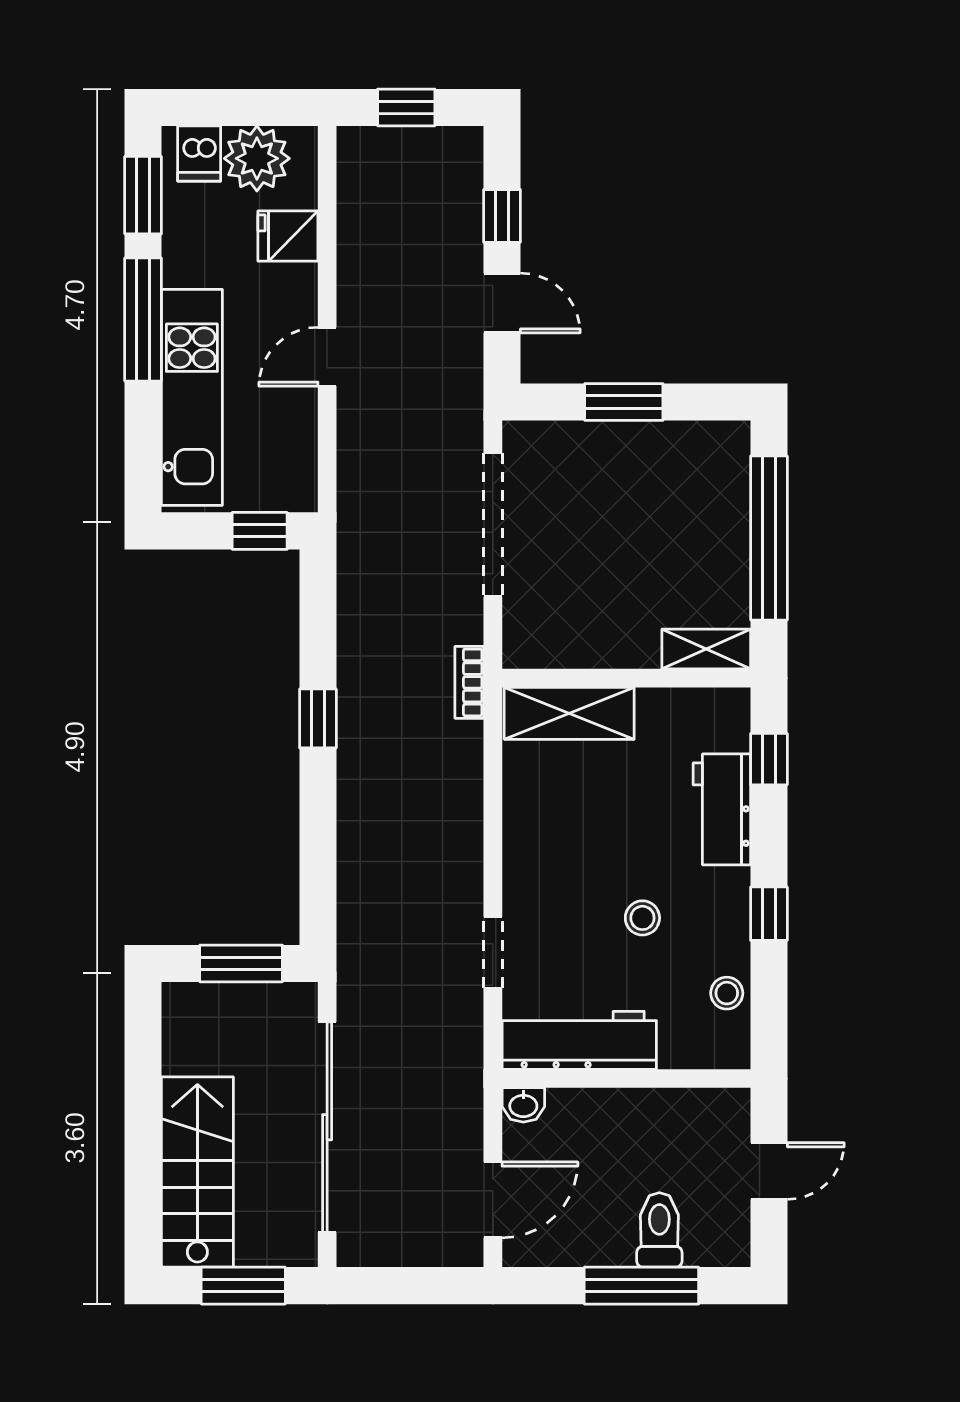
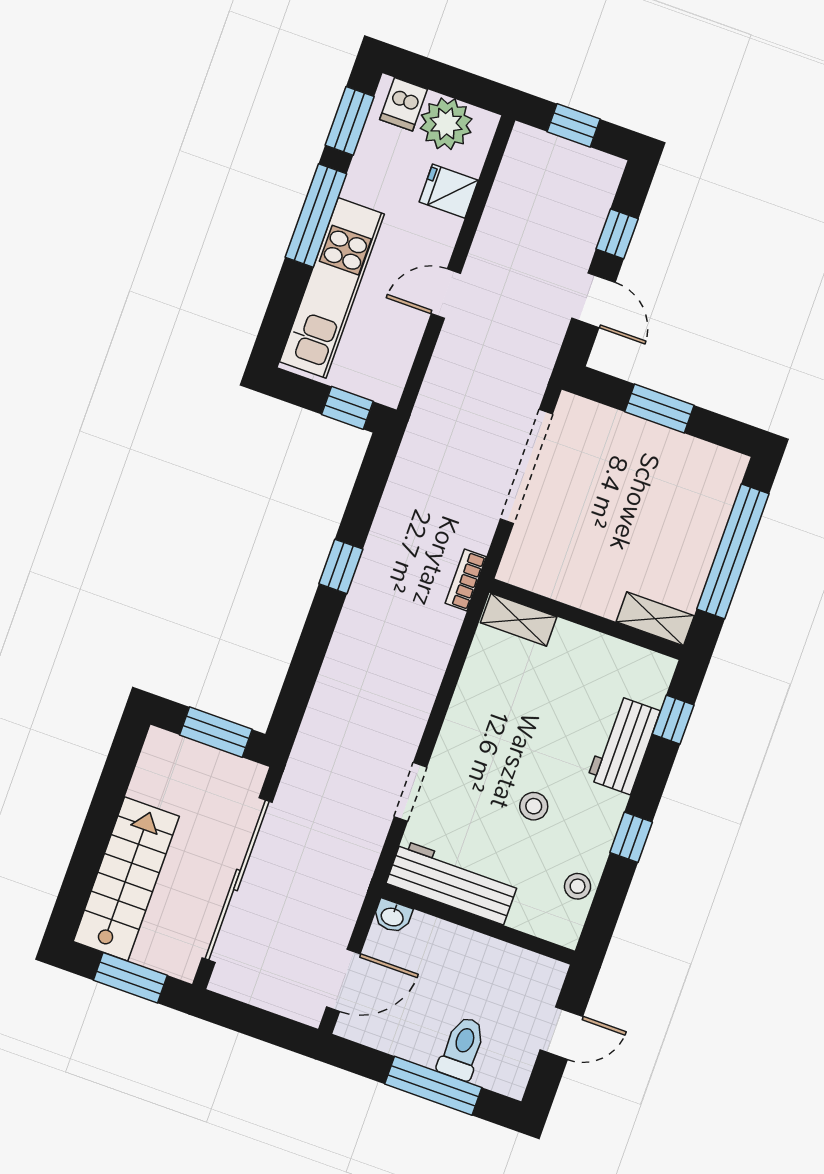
shelving: (569, 713) -> (519, 620), width x0.67, depth x0.75

